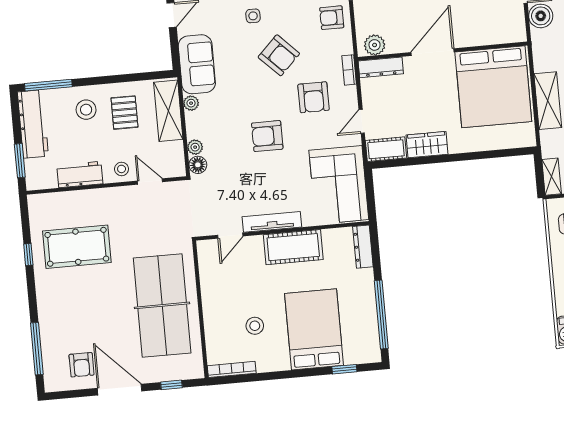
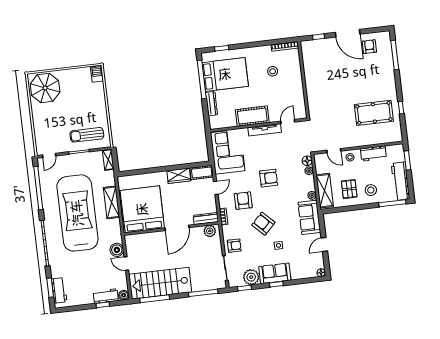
dresser: (363, 247) -> (211, 104), moved
table tennis table: (162, 305) -> (325, 81), removed
bed: (314, 329) -> (225, 74), moved, turned -90

